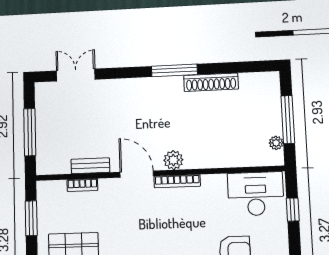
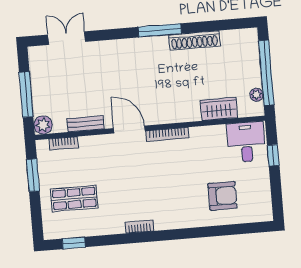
window: (288, 120) -> (266, 73), width x1.46
wardrobe: (235, 156) -> (219, 109), added
plant: (173, 160) -> (43, 125), moved
bookcase: (82, 185) -> (63, 143), moved
desk: (256, 194) -> (246, 142), width x0.73

